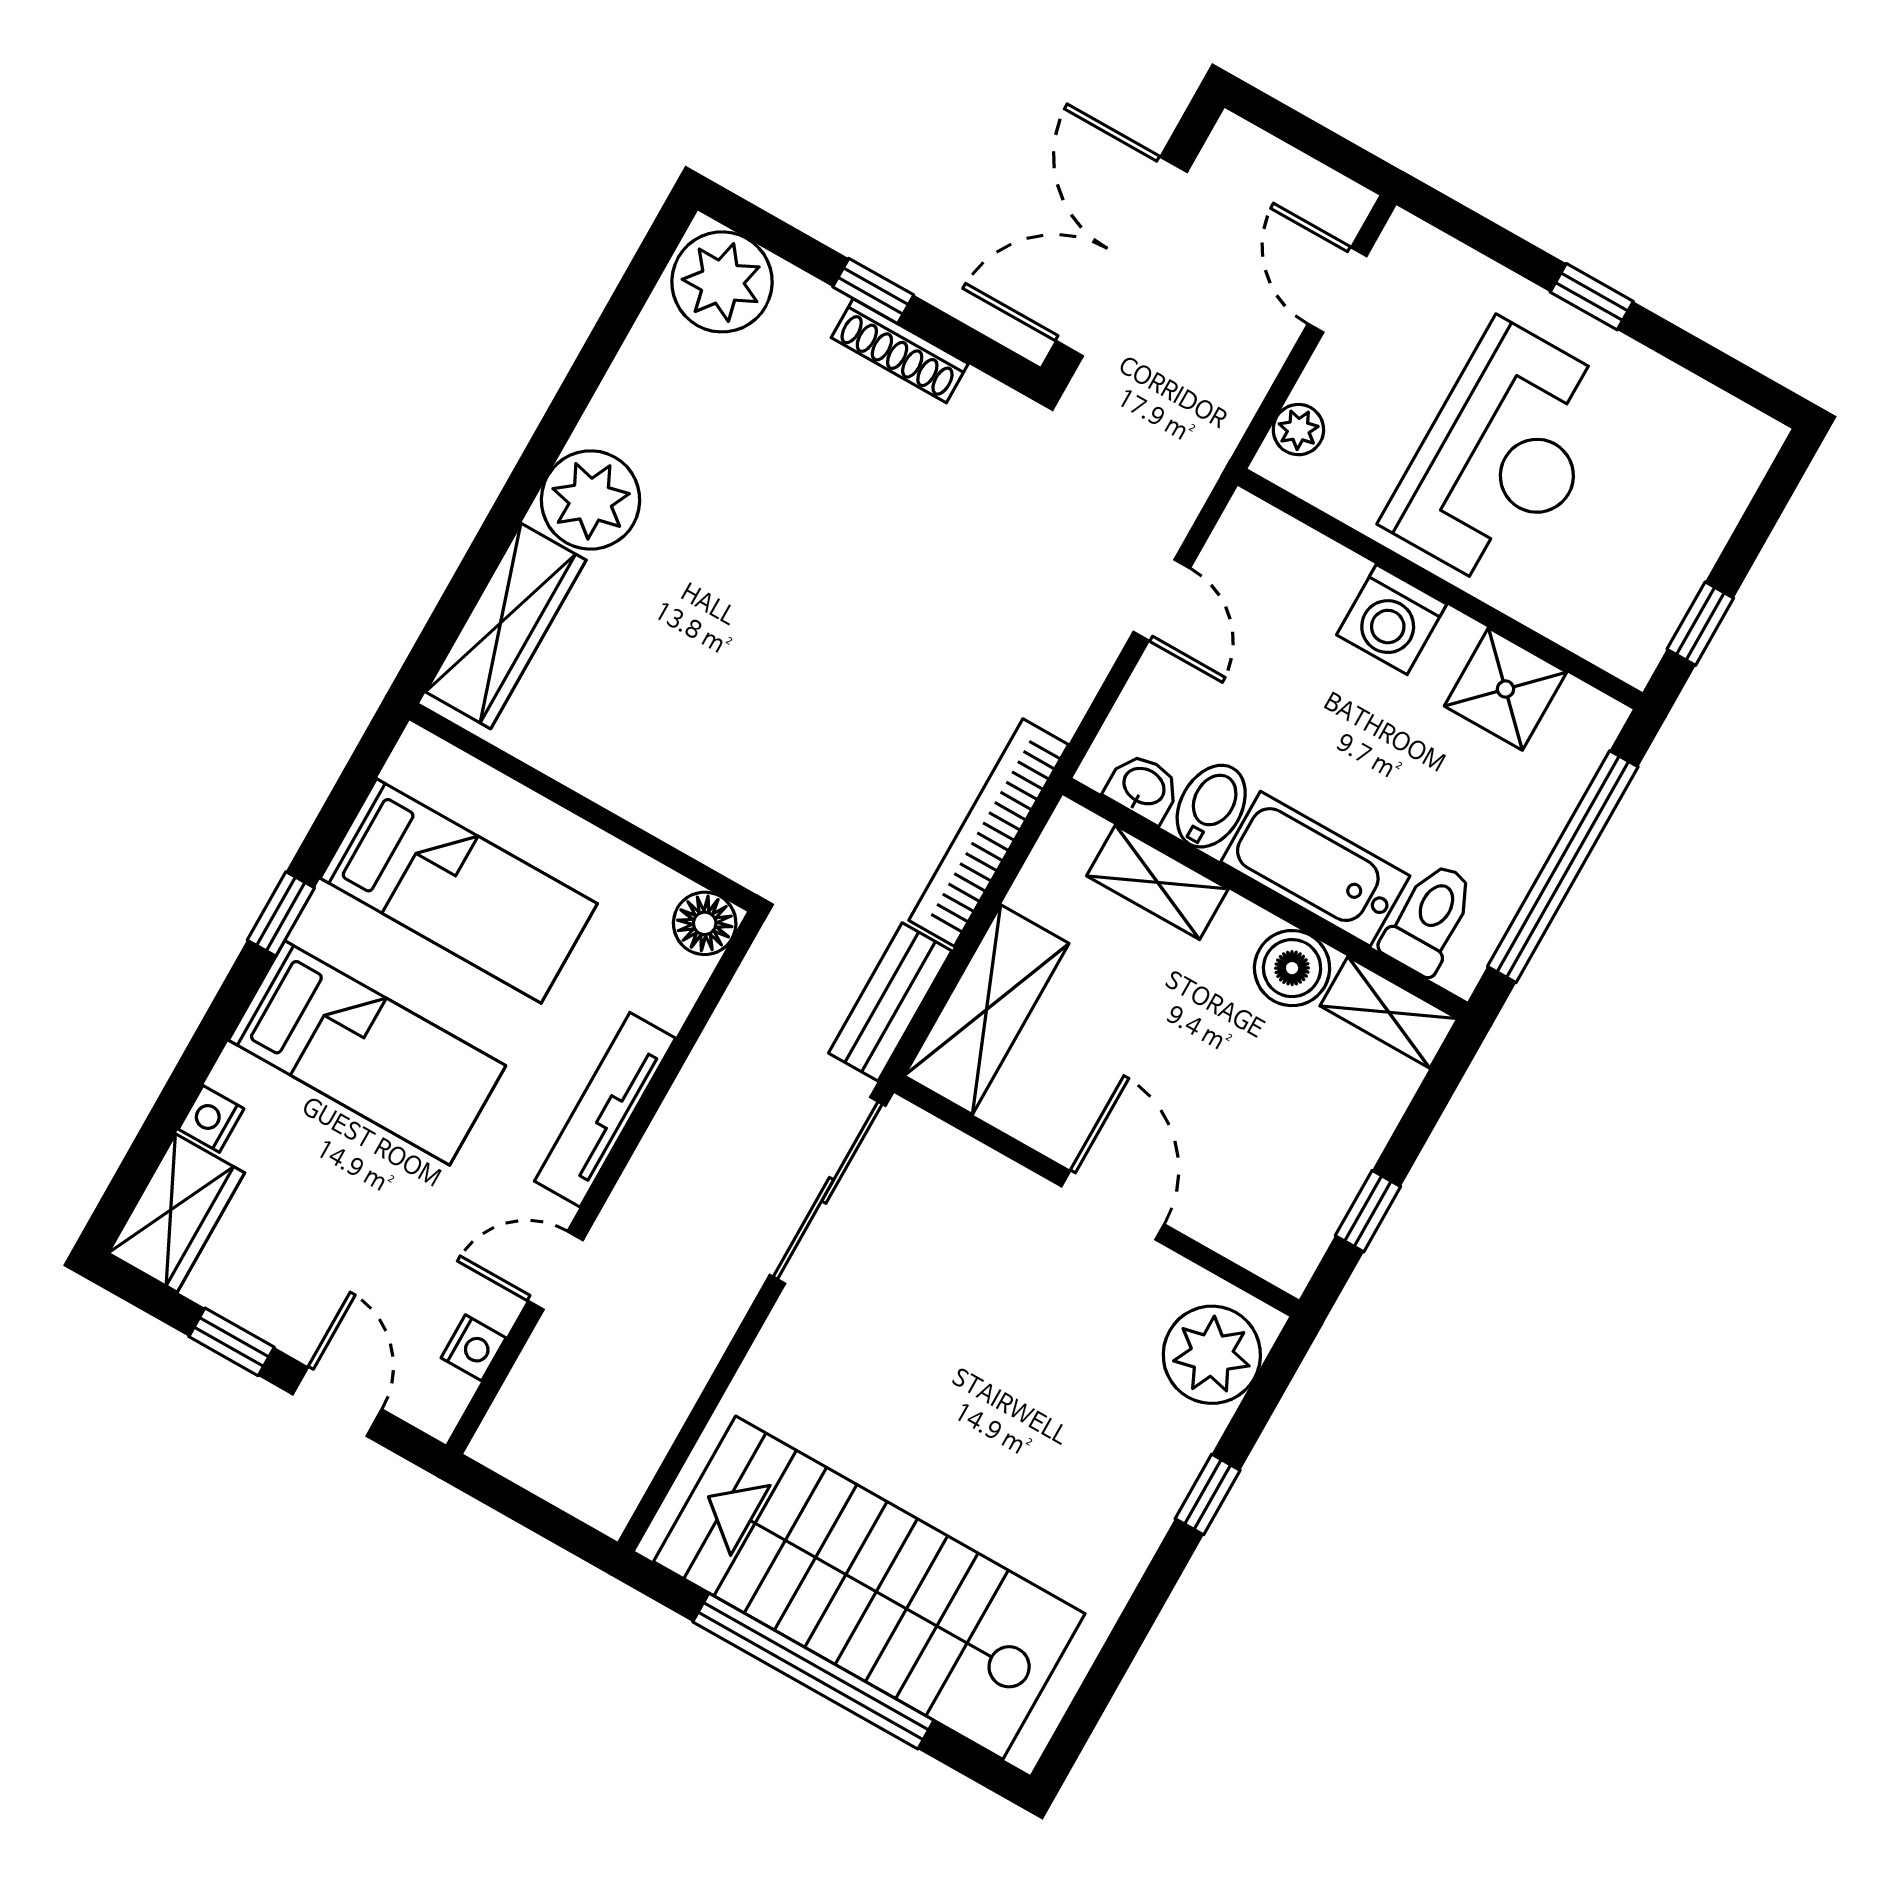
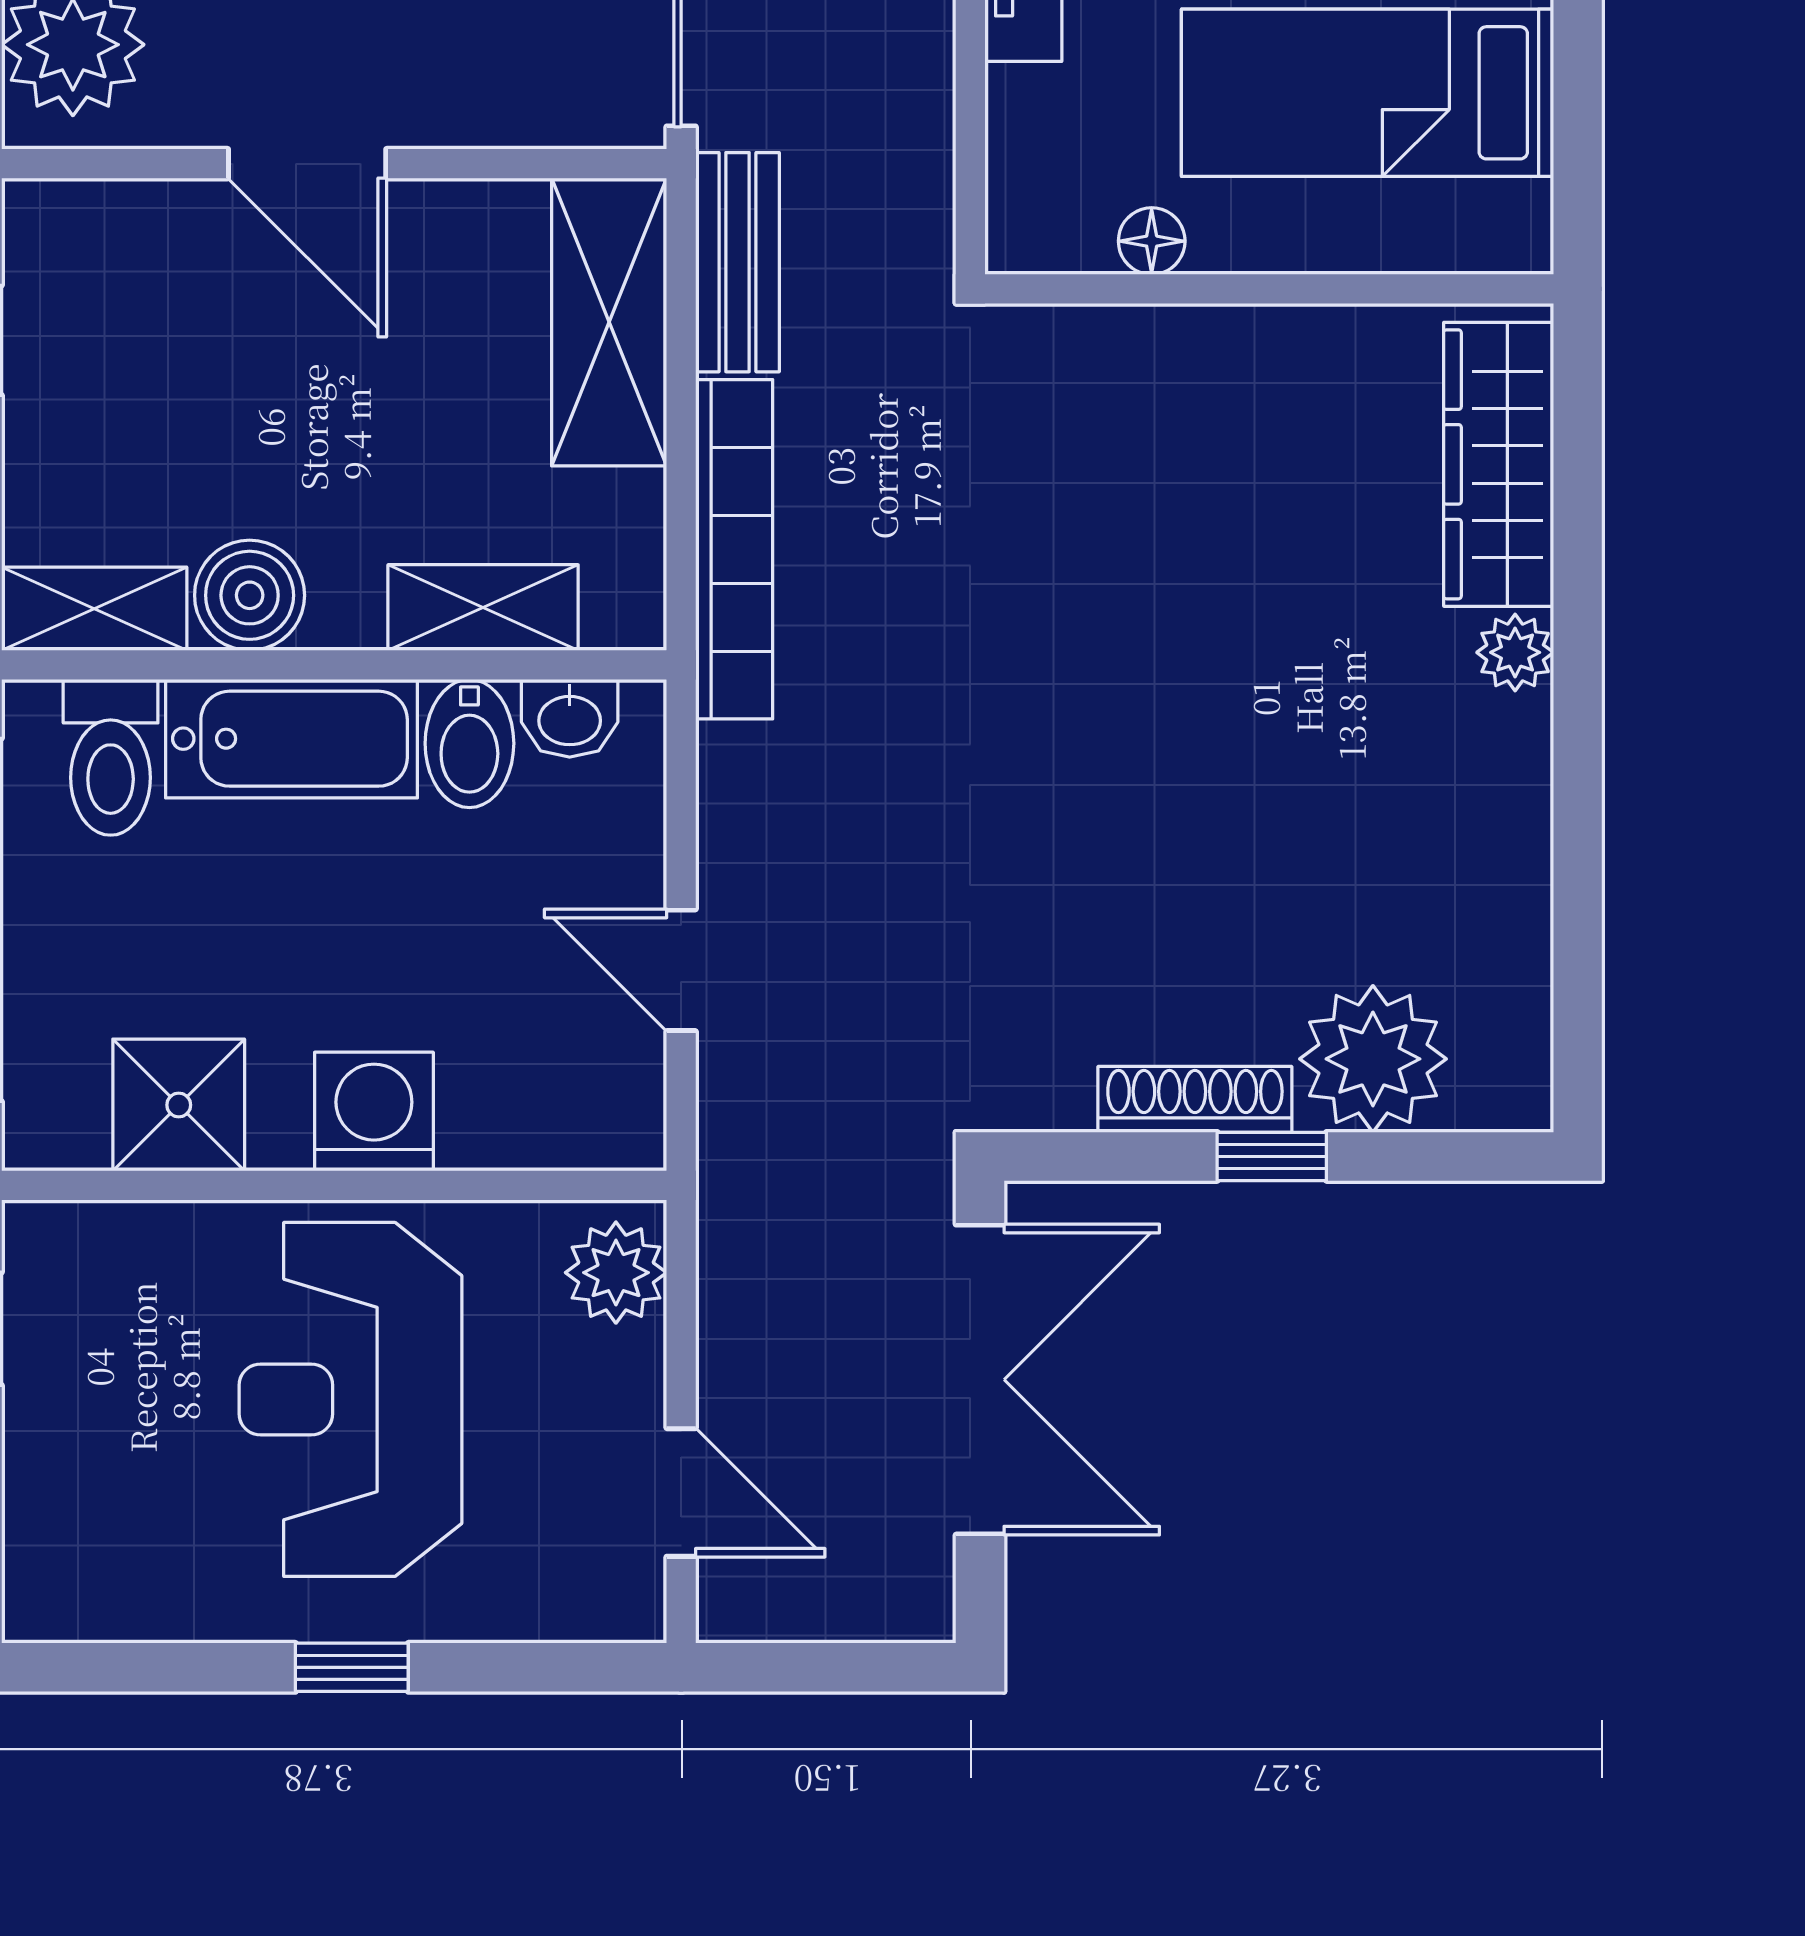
plant: (722, 282) -> (1373, 1059), moved
plant: (1298, 430) -> (616, 1273), width x1.38, depth x1.38
plant: (591, 500) -> (1515, 652), width x0.53, depth x0.53
floor lamp: (705, 923) -> (1152, 241), moved, width x0.73, depth x0.73

